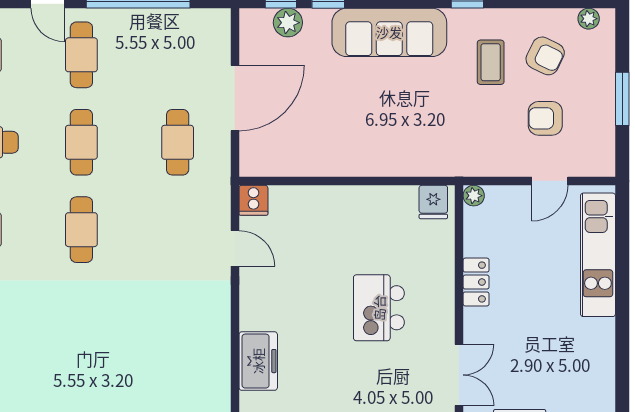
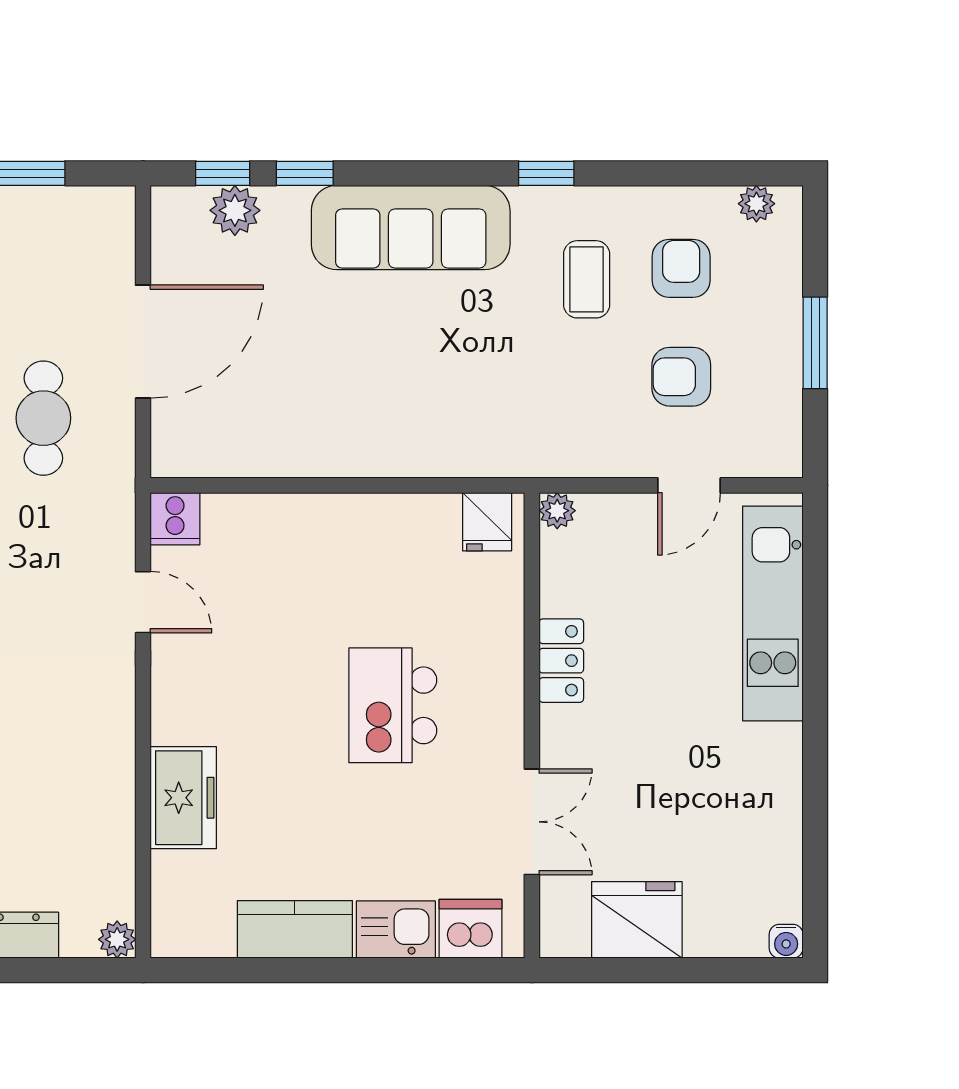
armchair: (545, 56) -> (681, 268), turned -116

